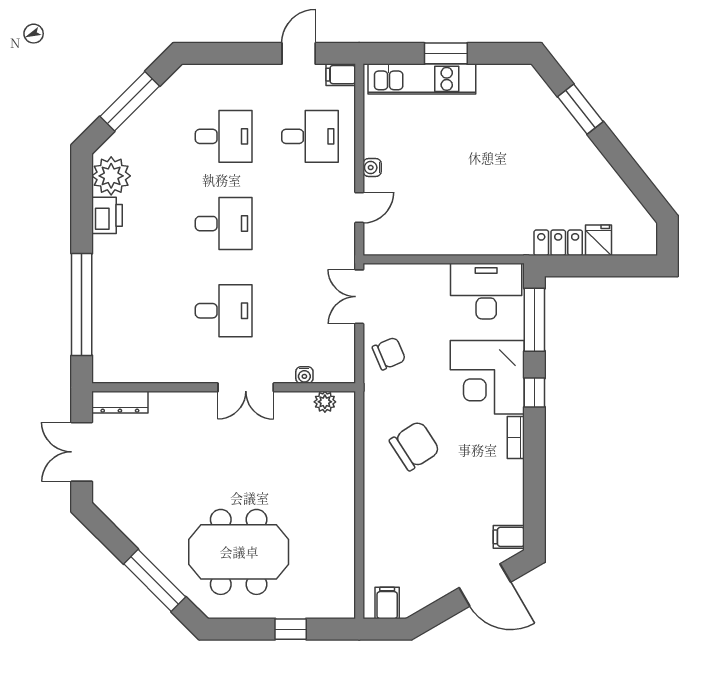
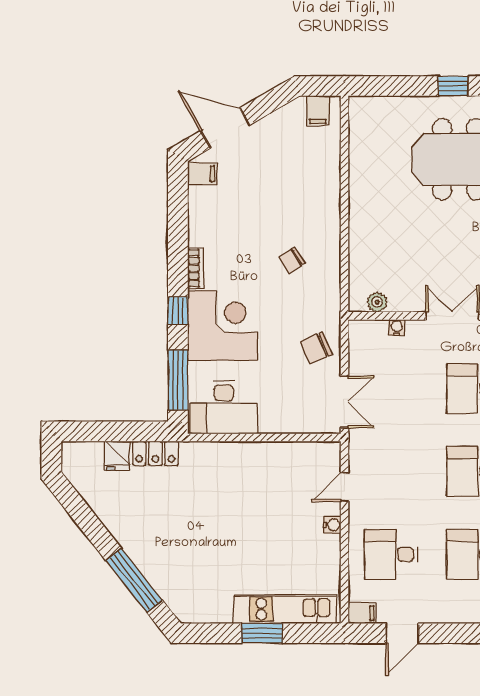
window: (580, 109) -> (134, 580), width x1.44
chair: (415, 446) -> (292, 260), width x0.54, depth x0.54
window: (291, 629) -> (453, 86), moved

